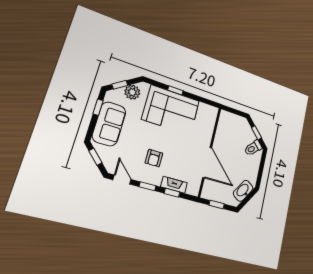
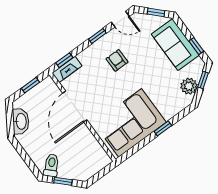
corner sofa: (171, 110) -> (130, 123), moved
door: (207, 163) -> (75, 107), hinge flipped
fireplace: (174, 185) -> (67, 69), moved
window: (172, 193) -> (64, 60), moved

